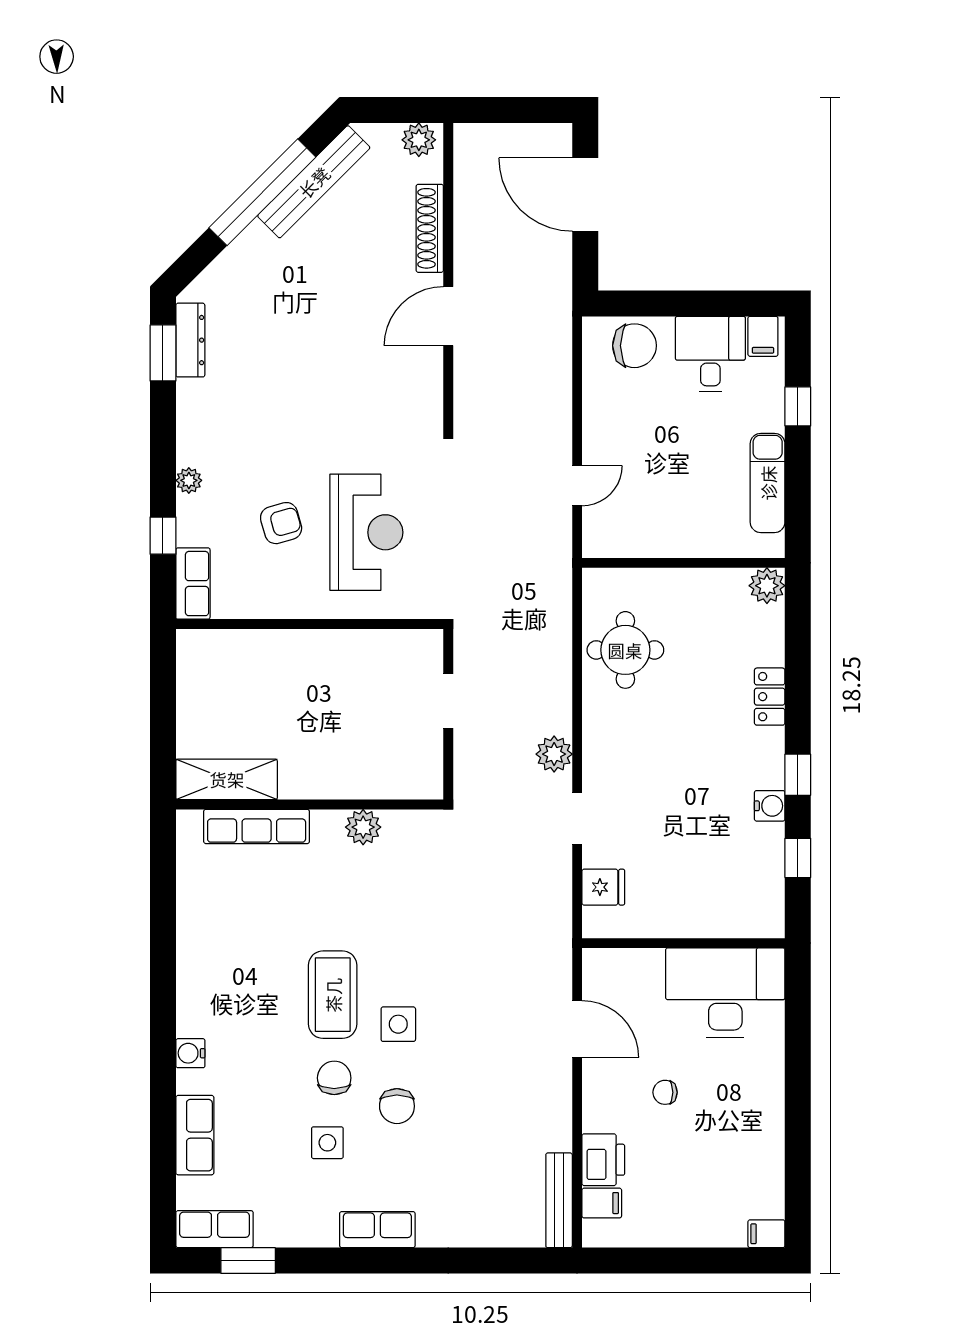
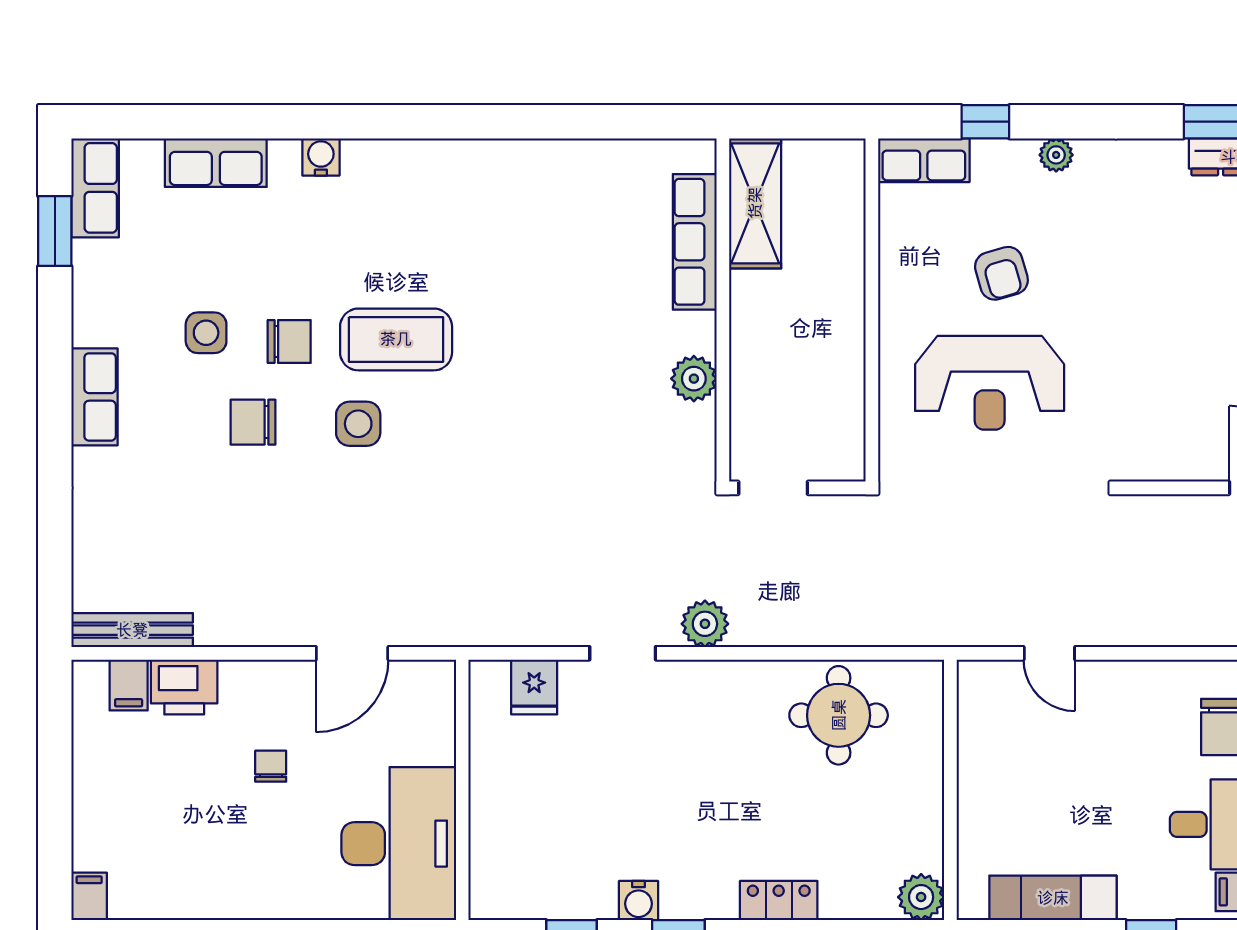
shelving: (227, 779) -> (755, 203), moved
wall: (310, 805) -> (723, 310), moved
row of seats: (257, 826) -> (695, 242), moved
plant: (363, 827) -> (694, 379), moved

